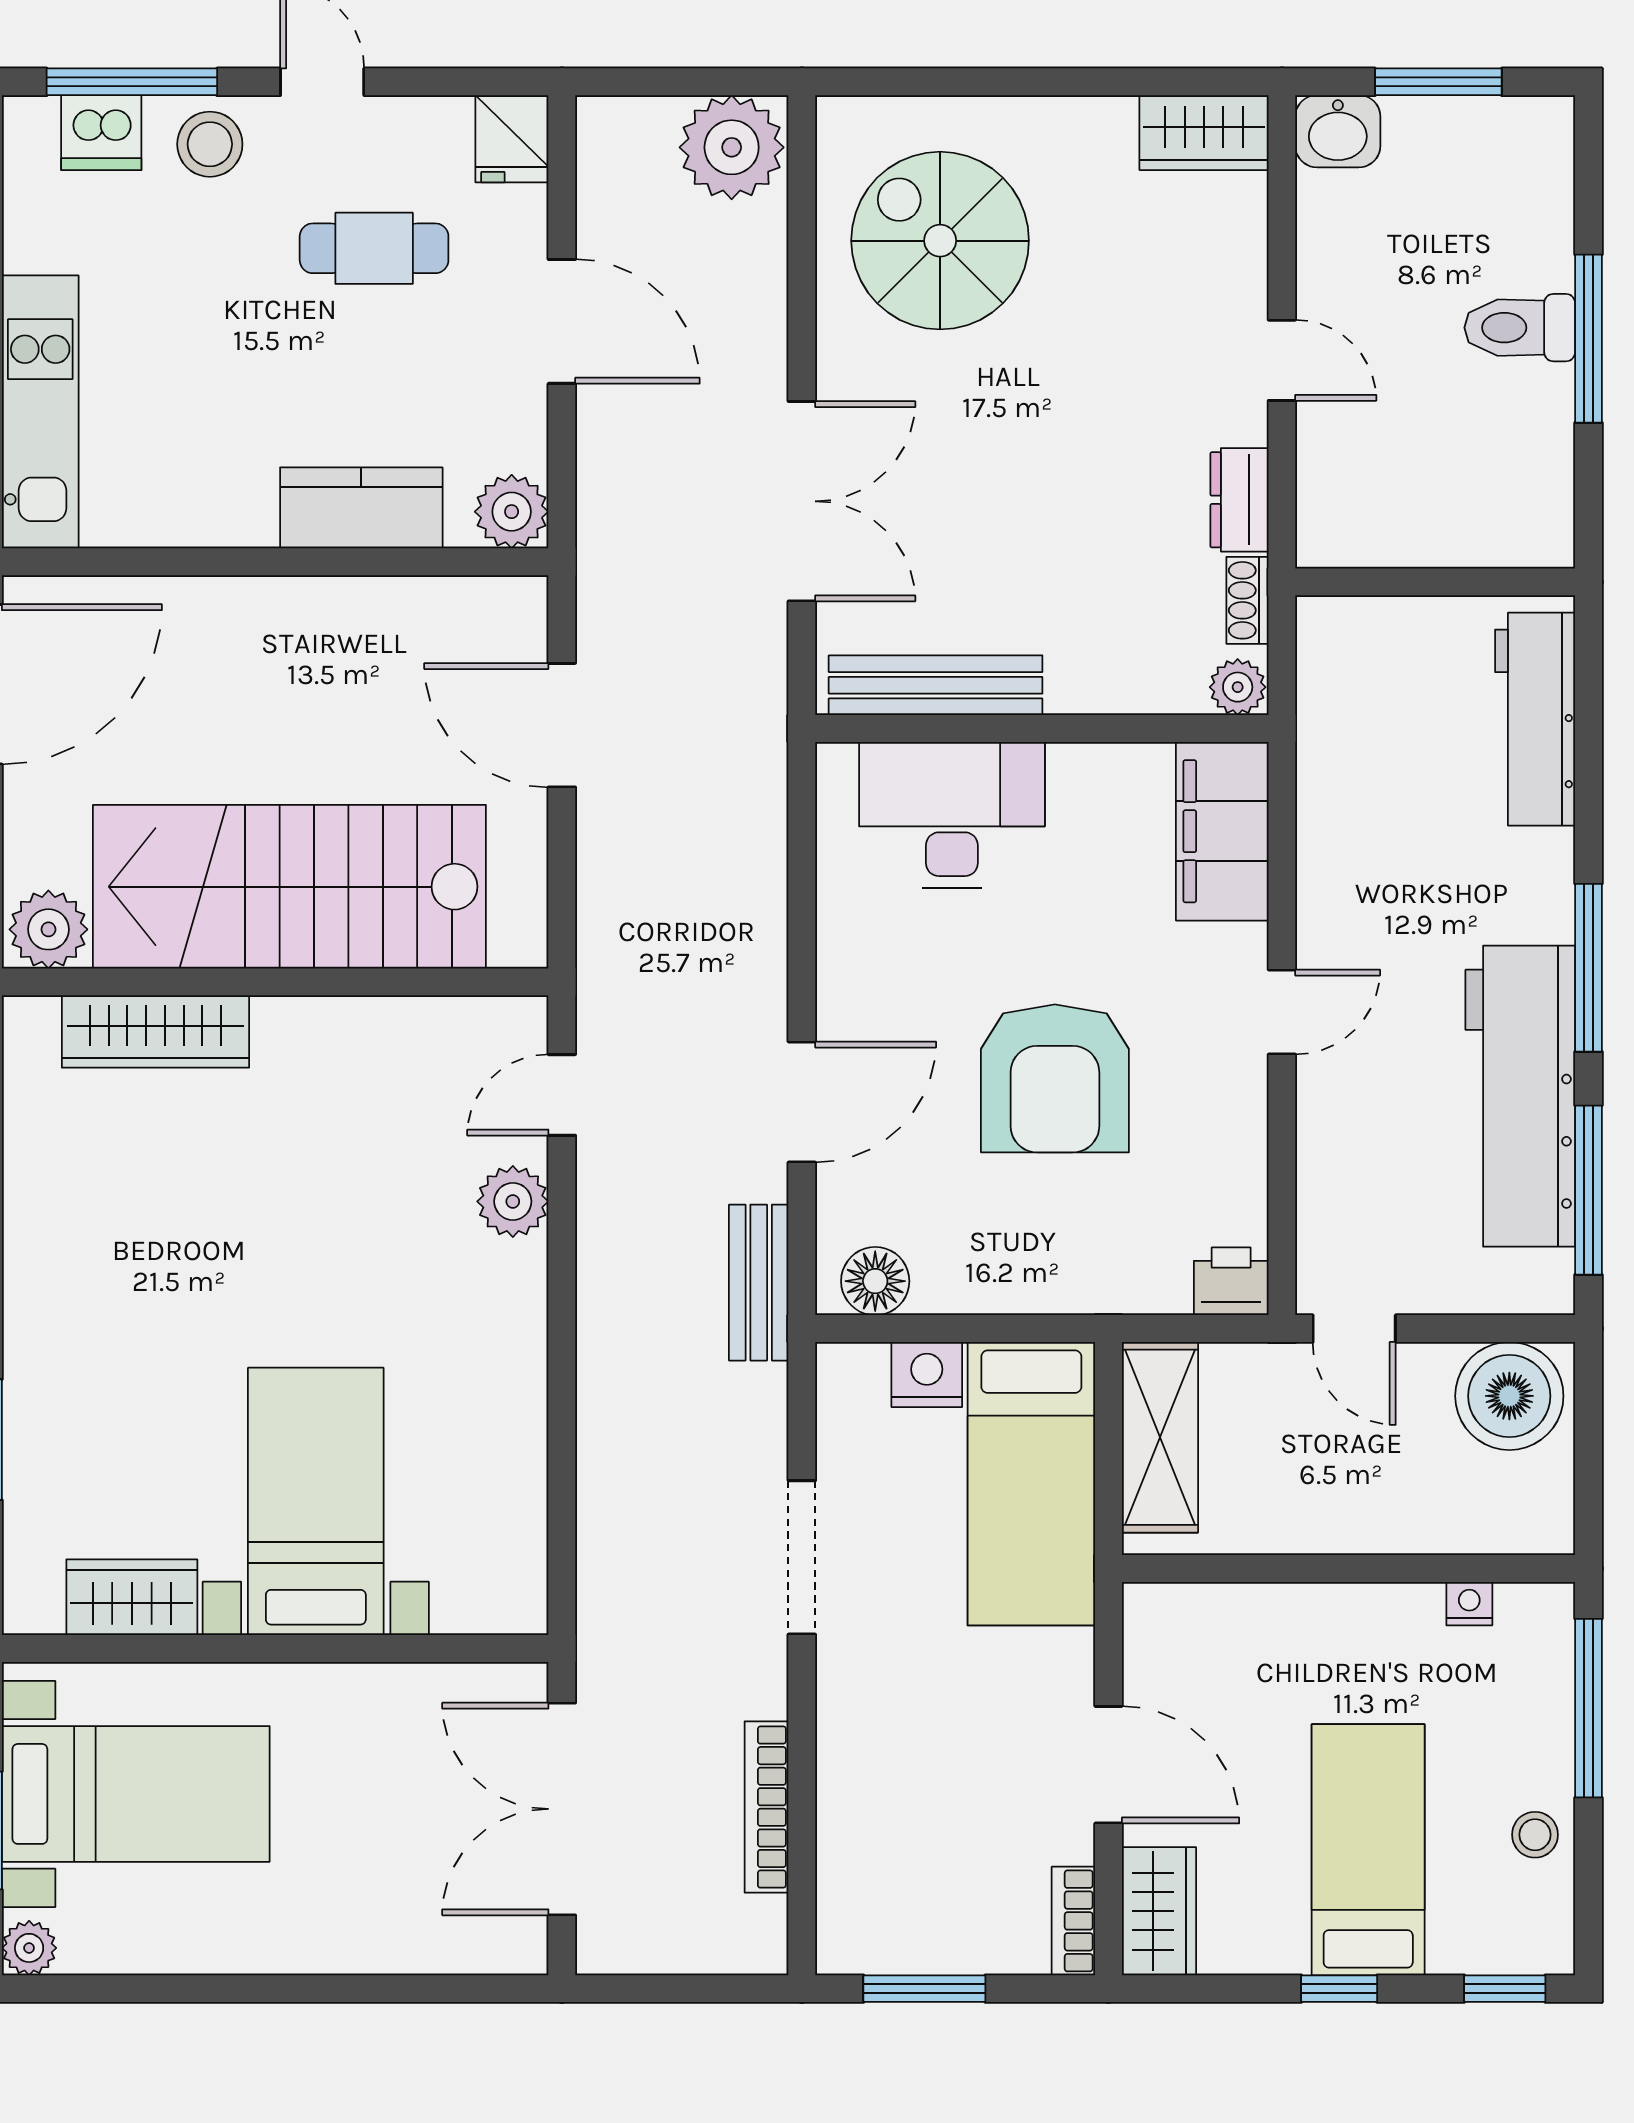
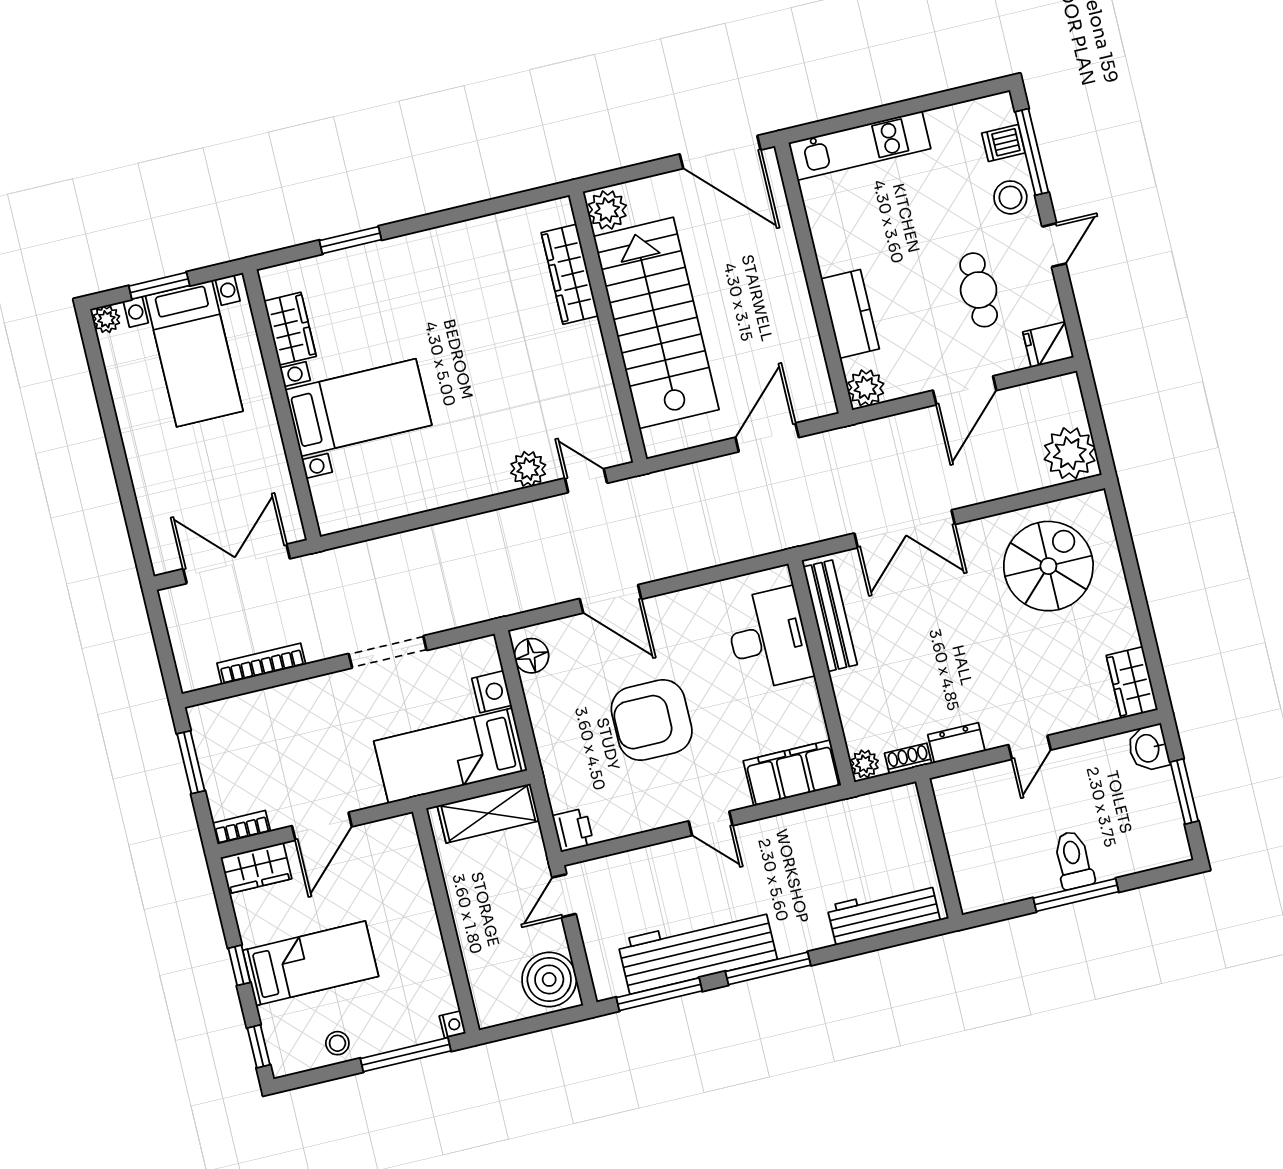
dishwasher: (101, 133) -> (1003, 143), width x0.73
bench: (759, 1283) -> (517, 599), removed
nightstand: (1469, 1604) -> (453, 1025), moved

